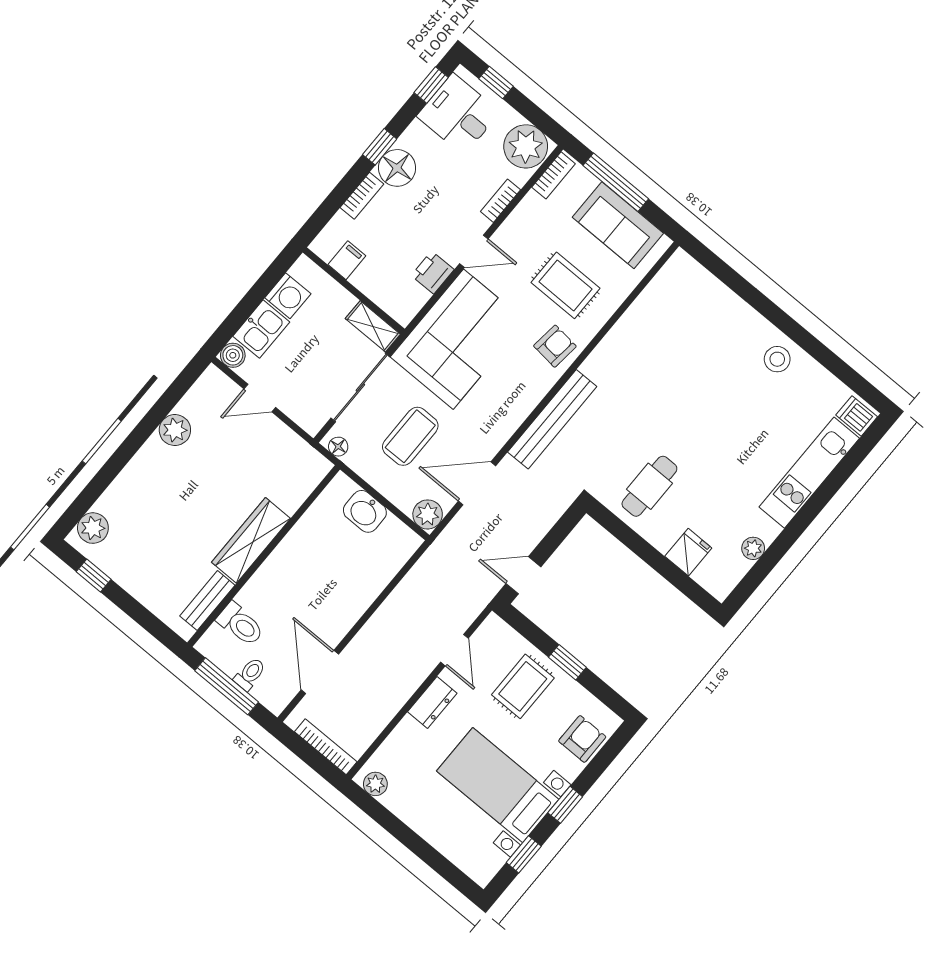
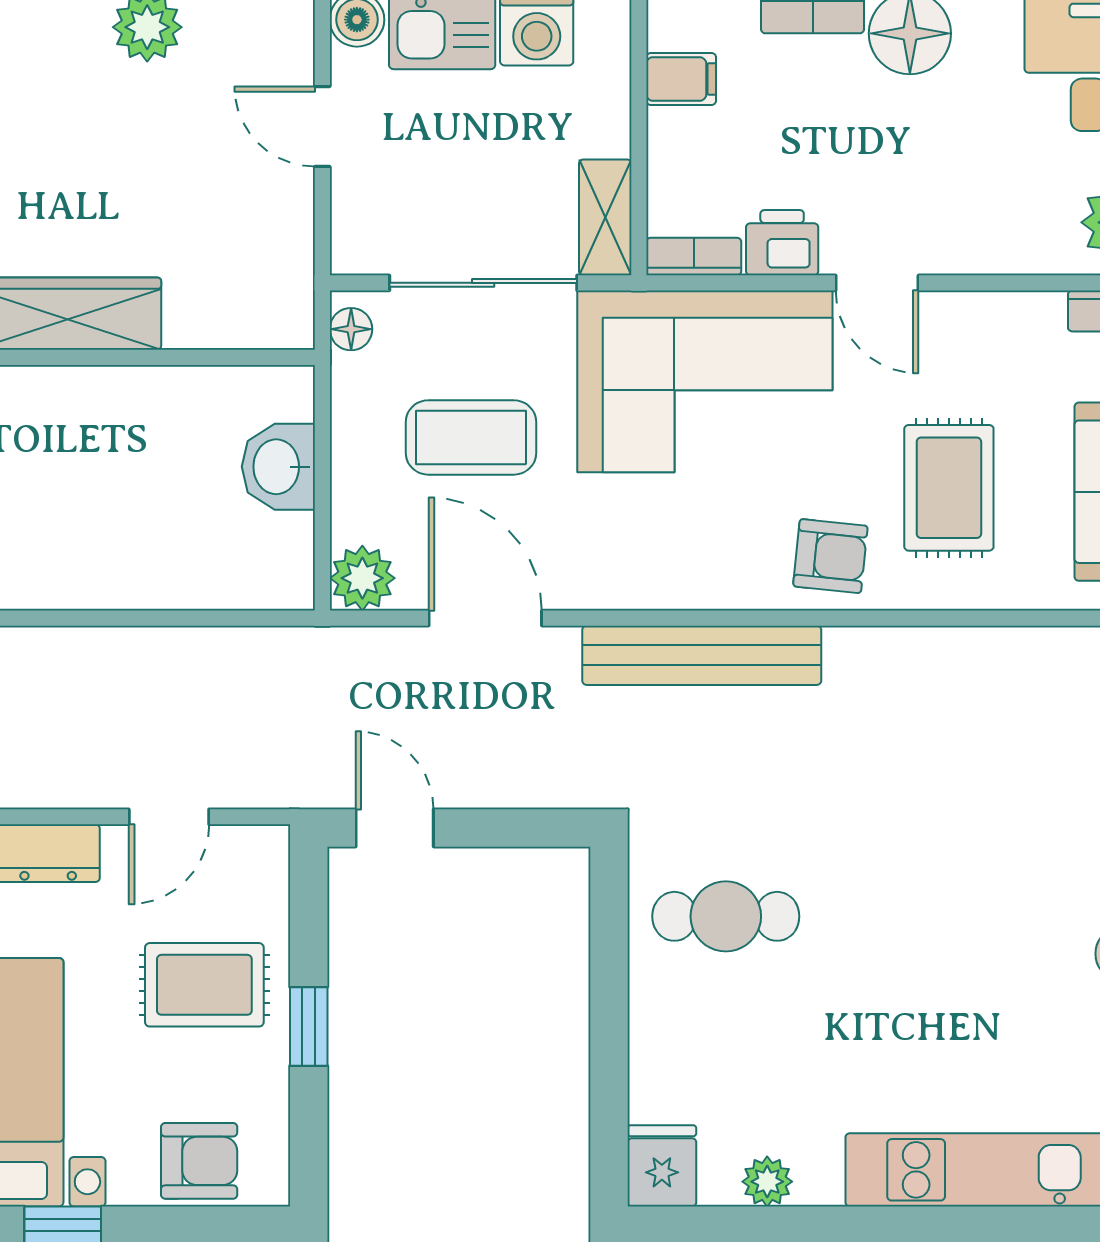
bookcase: (501, 201) -> (694, 257), moved
fridge: (688, 552) -> (662, 1166), moved, turned -90

